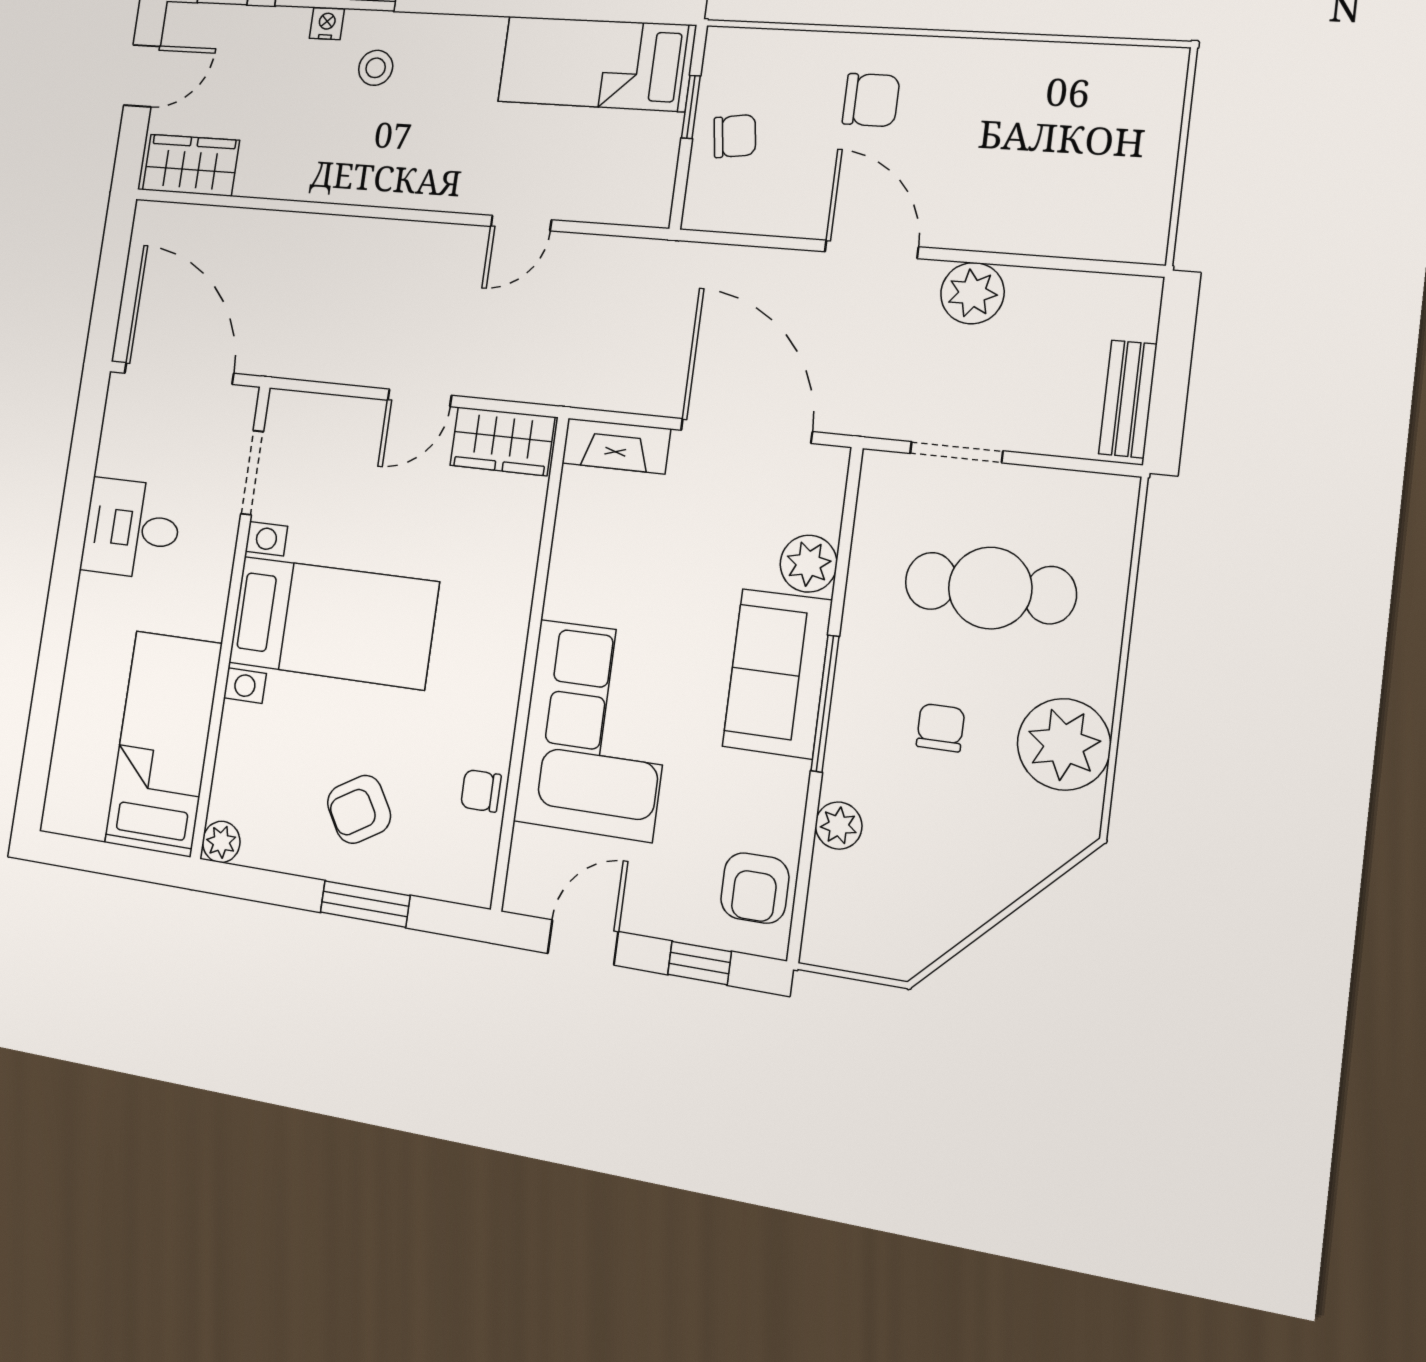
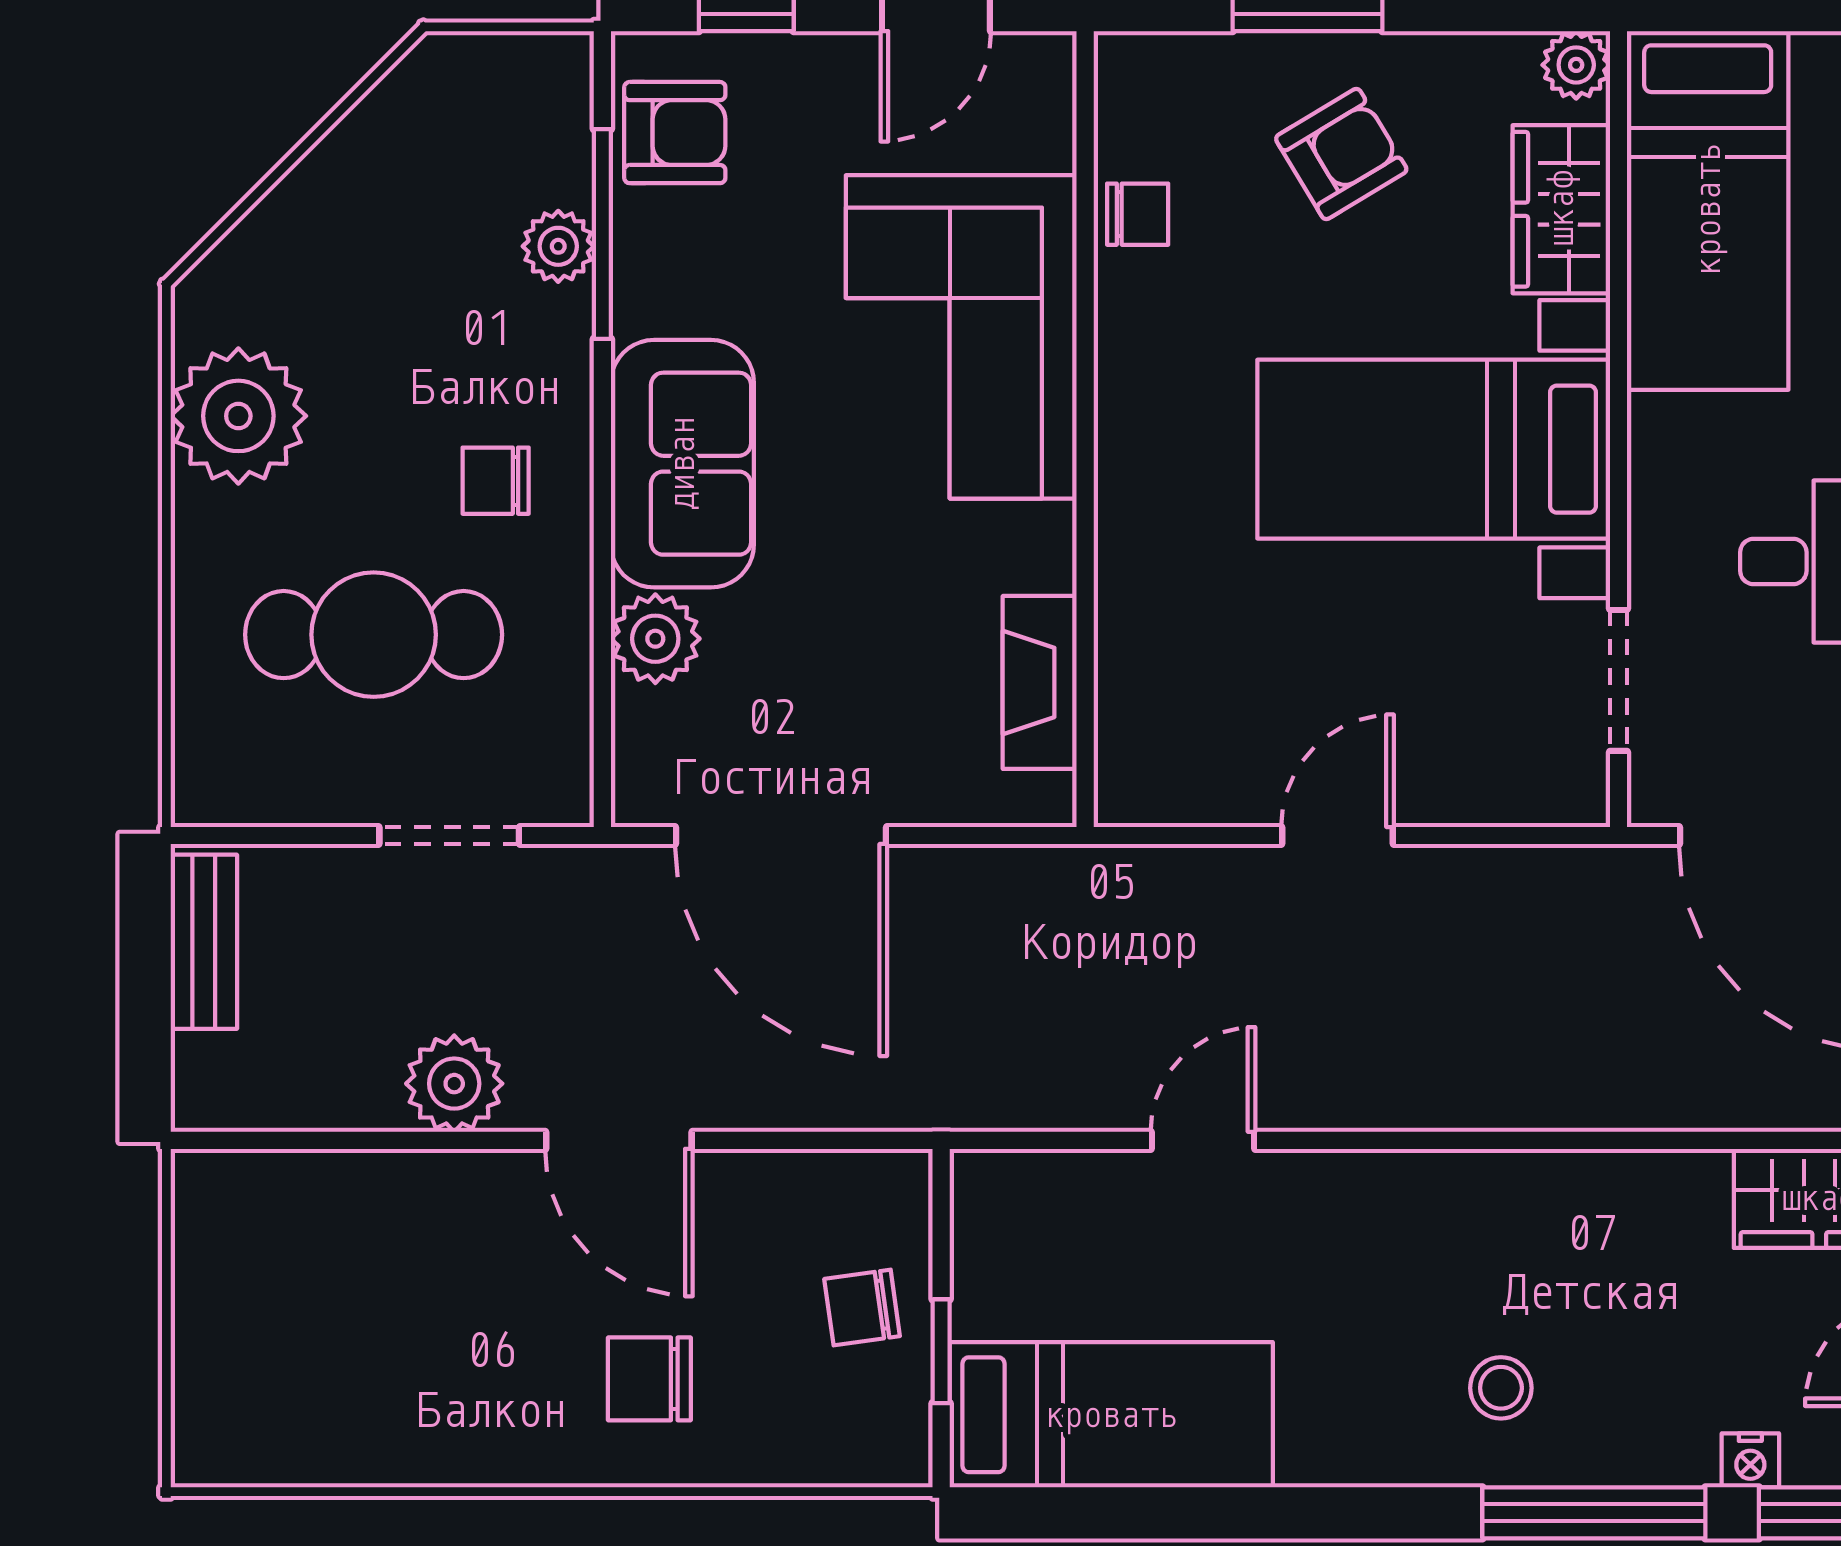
nightstand: (327, 24) -> (1750, 1460), moved
wardrobe: (502, 441) -> (1561, 209), moved, turned -90
fireplace: (616, 446) -> (1040, 682), moved, turned -90
window: (825, 703) -> (602, 234), moved
chair: (941, 728) -> (496, 481), moved, turned 90
armchair: (755, 888) -> (675, 133), turned 90

